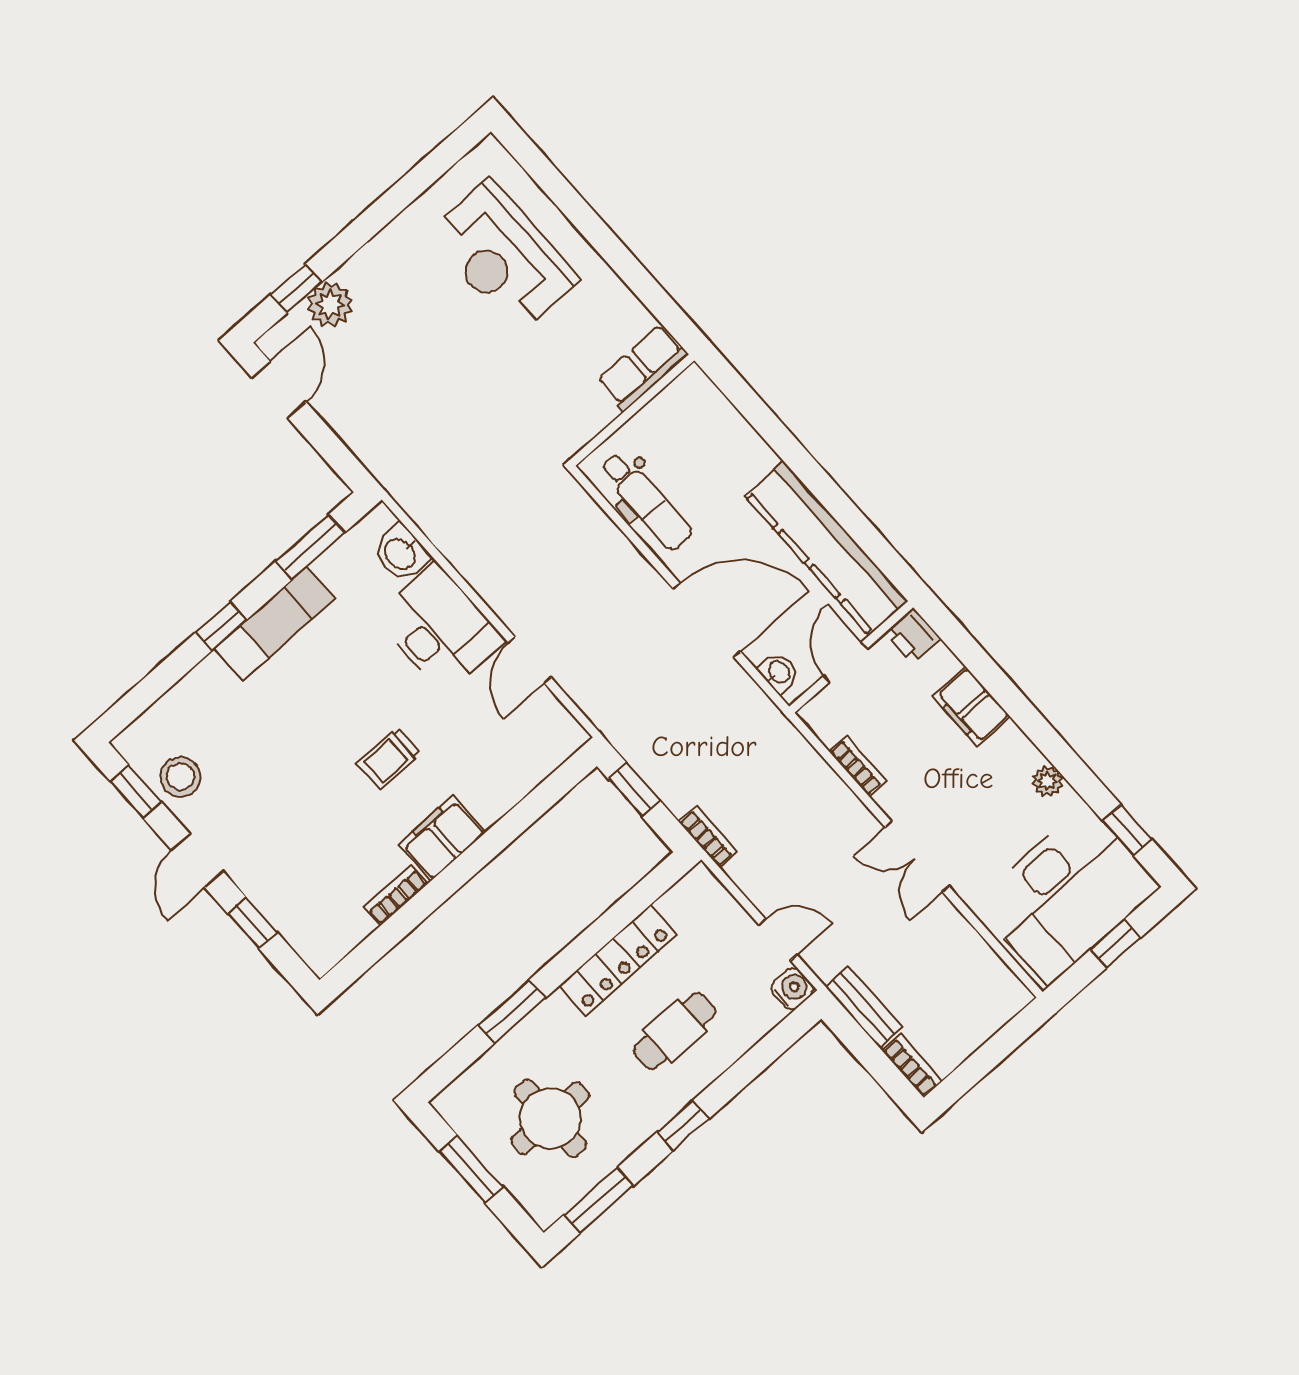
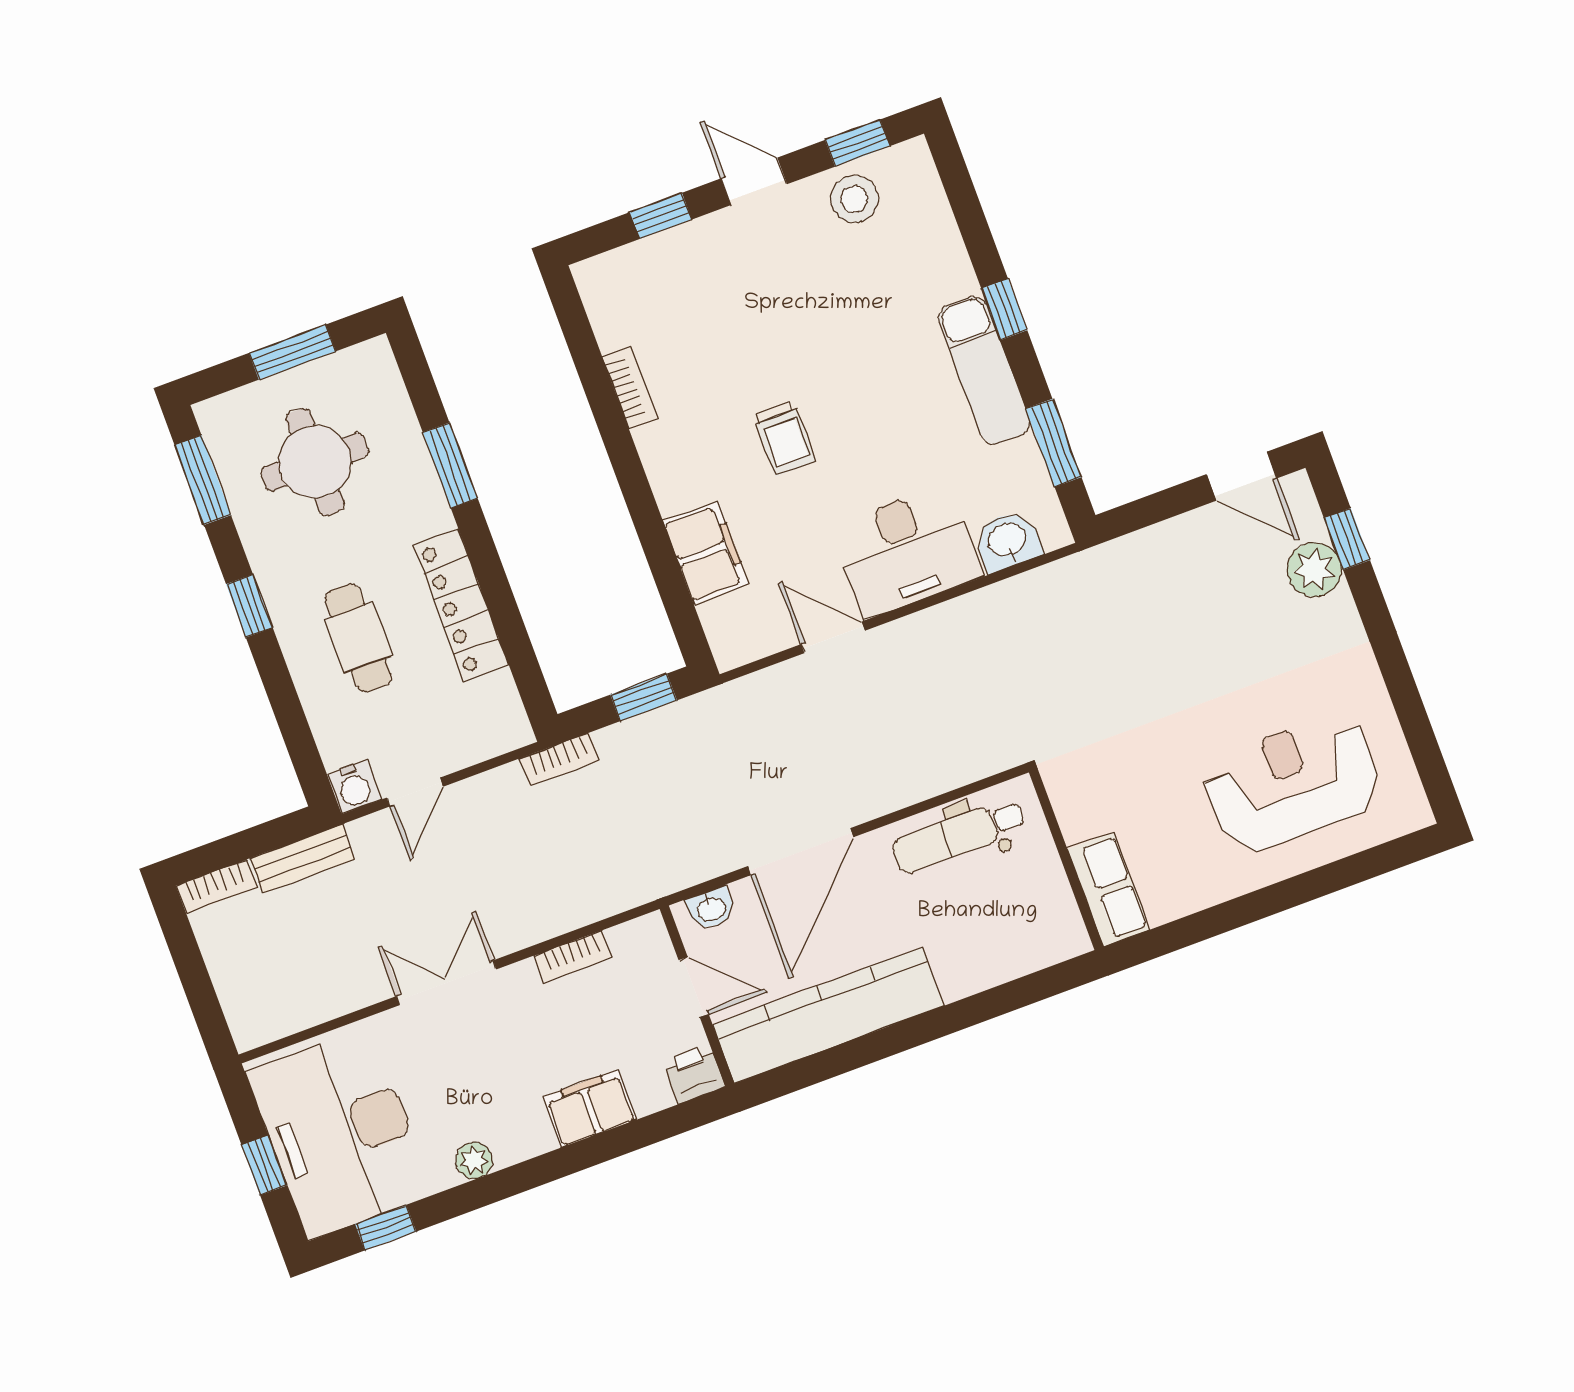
trolley: (389, 759) -> (784, 438), turned 180
filing cabinet: (442, 838) -> (706, 553), moved

